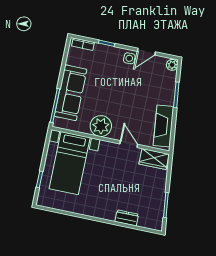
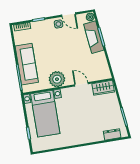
door: (146, 52) -> (69, 15), hinge flipped
fireplace: (164, 126) -> (94, 37), moved
dresser: (127, 218) -> (112, 134), moved

